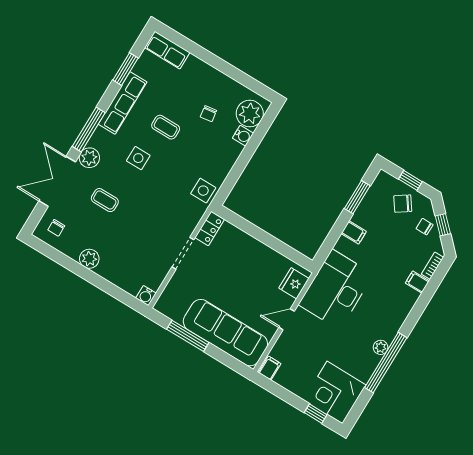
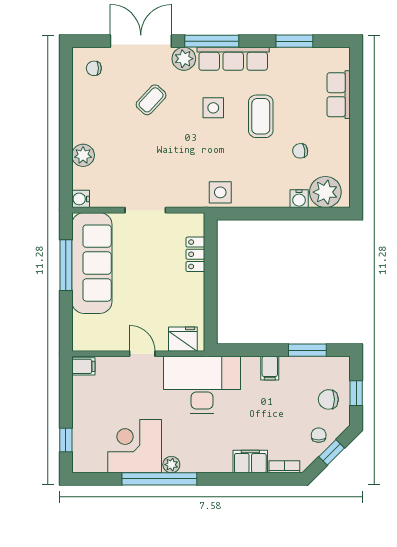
row of seats: (167, 50) -> (339, 95), moved
row of seats: (123, 103) -> (233, 59), moved
coffee table: (166, 127) -> (261, 116), width x1.36, depth x1.30
coffee table: (105, 200) -> (151, 100), turned 43
chair: (403, 204) -> (328, 399), turned -55
locker: (210, 228) -> (195, 254), moved, turned 90
plant: (89, 259) -> (83, 155), moved
filing cabinet: (417, 282) -> (250, 462), width x2.00
sofa: (225, 333) -> (92, 263), moved
corner desk: (335, 392) -> (135, 446), moved

